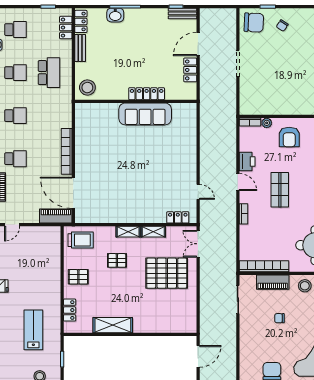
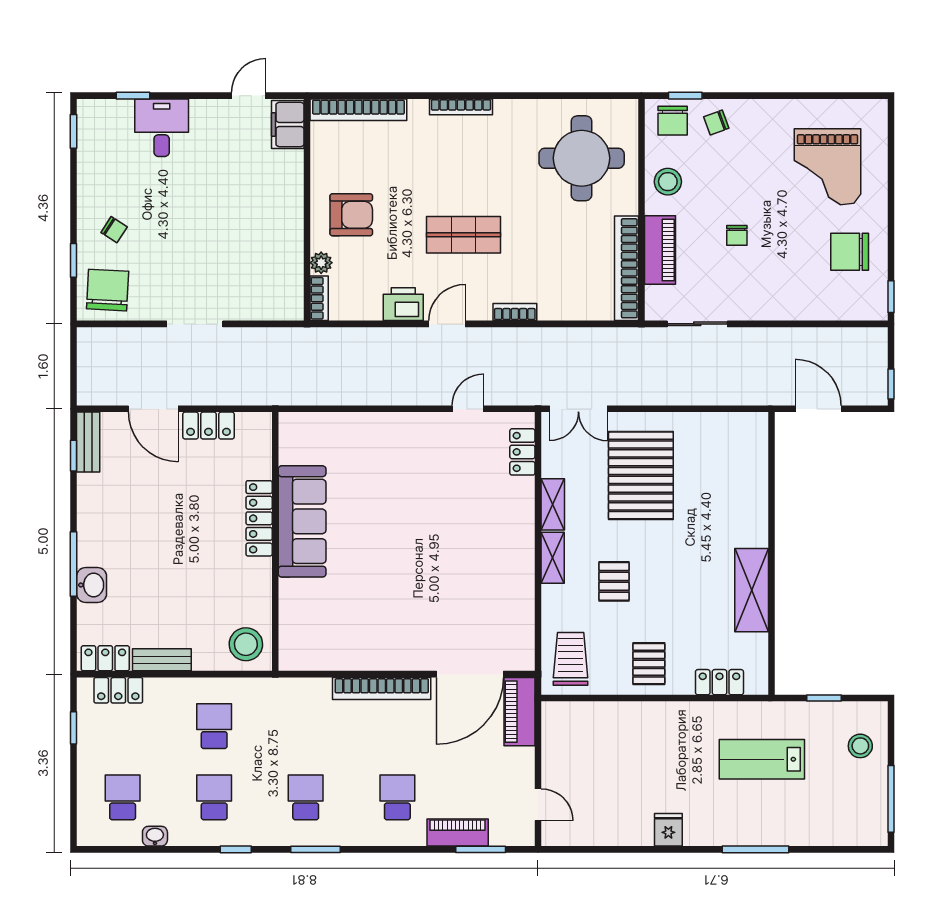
school desk: (49, 73) -> (214, 726), width x0.54

